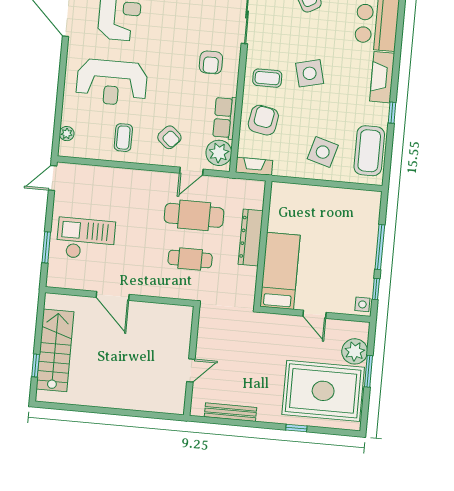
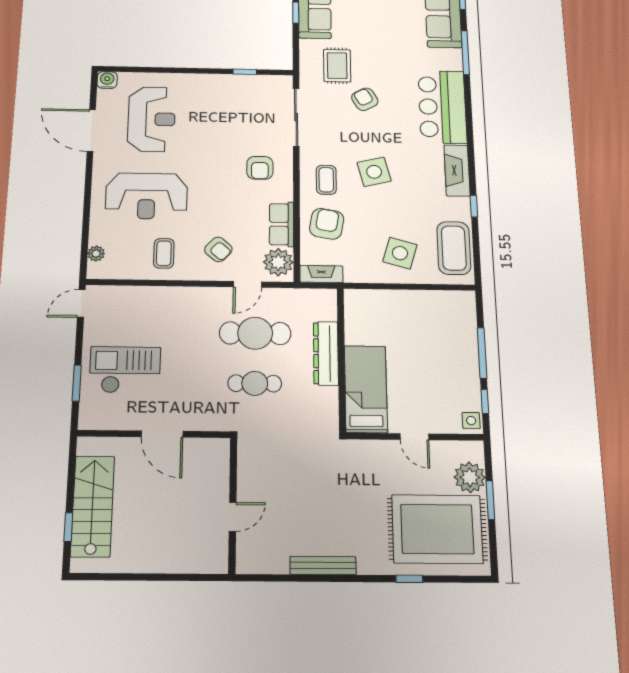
coffee table: (267, 78) -> (326, 180), turned 90
wall: (192, 361) -> (233, 505), moved
door: (191, 370) -> (233, 517), moved

